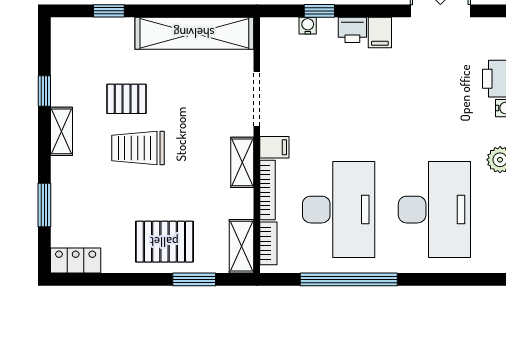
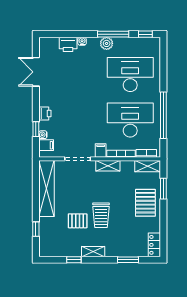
filing cabinet: (380, 33) -> (46, 145), moved
pallet: (126, 99) -> (78, 221), turned 90

